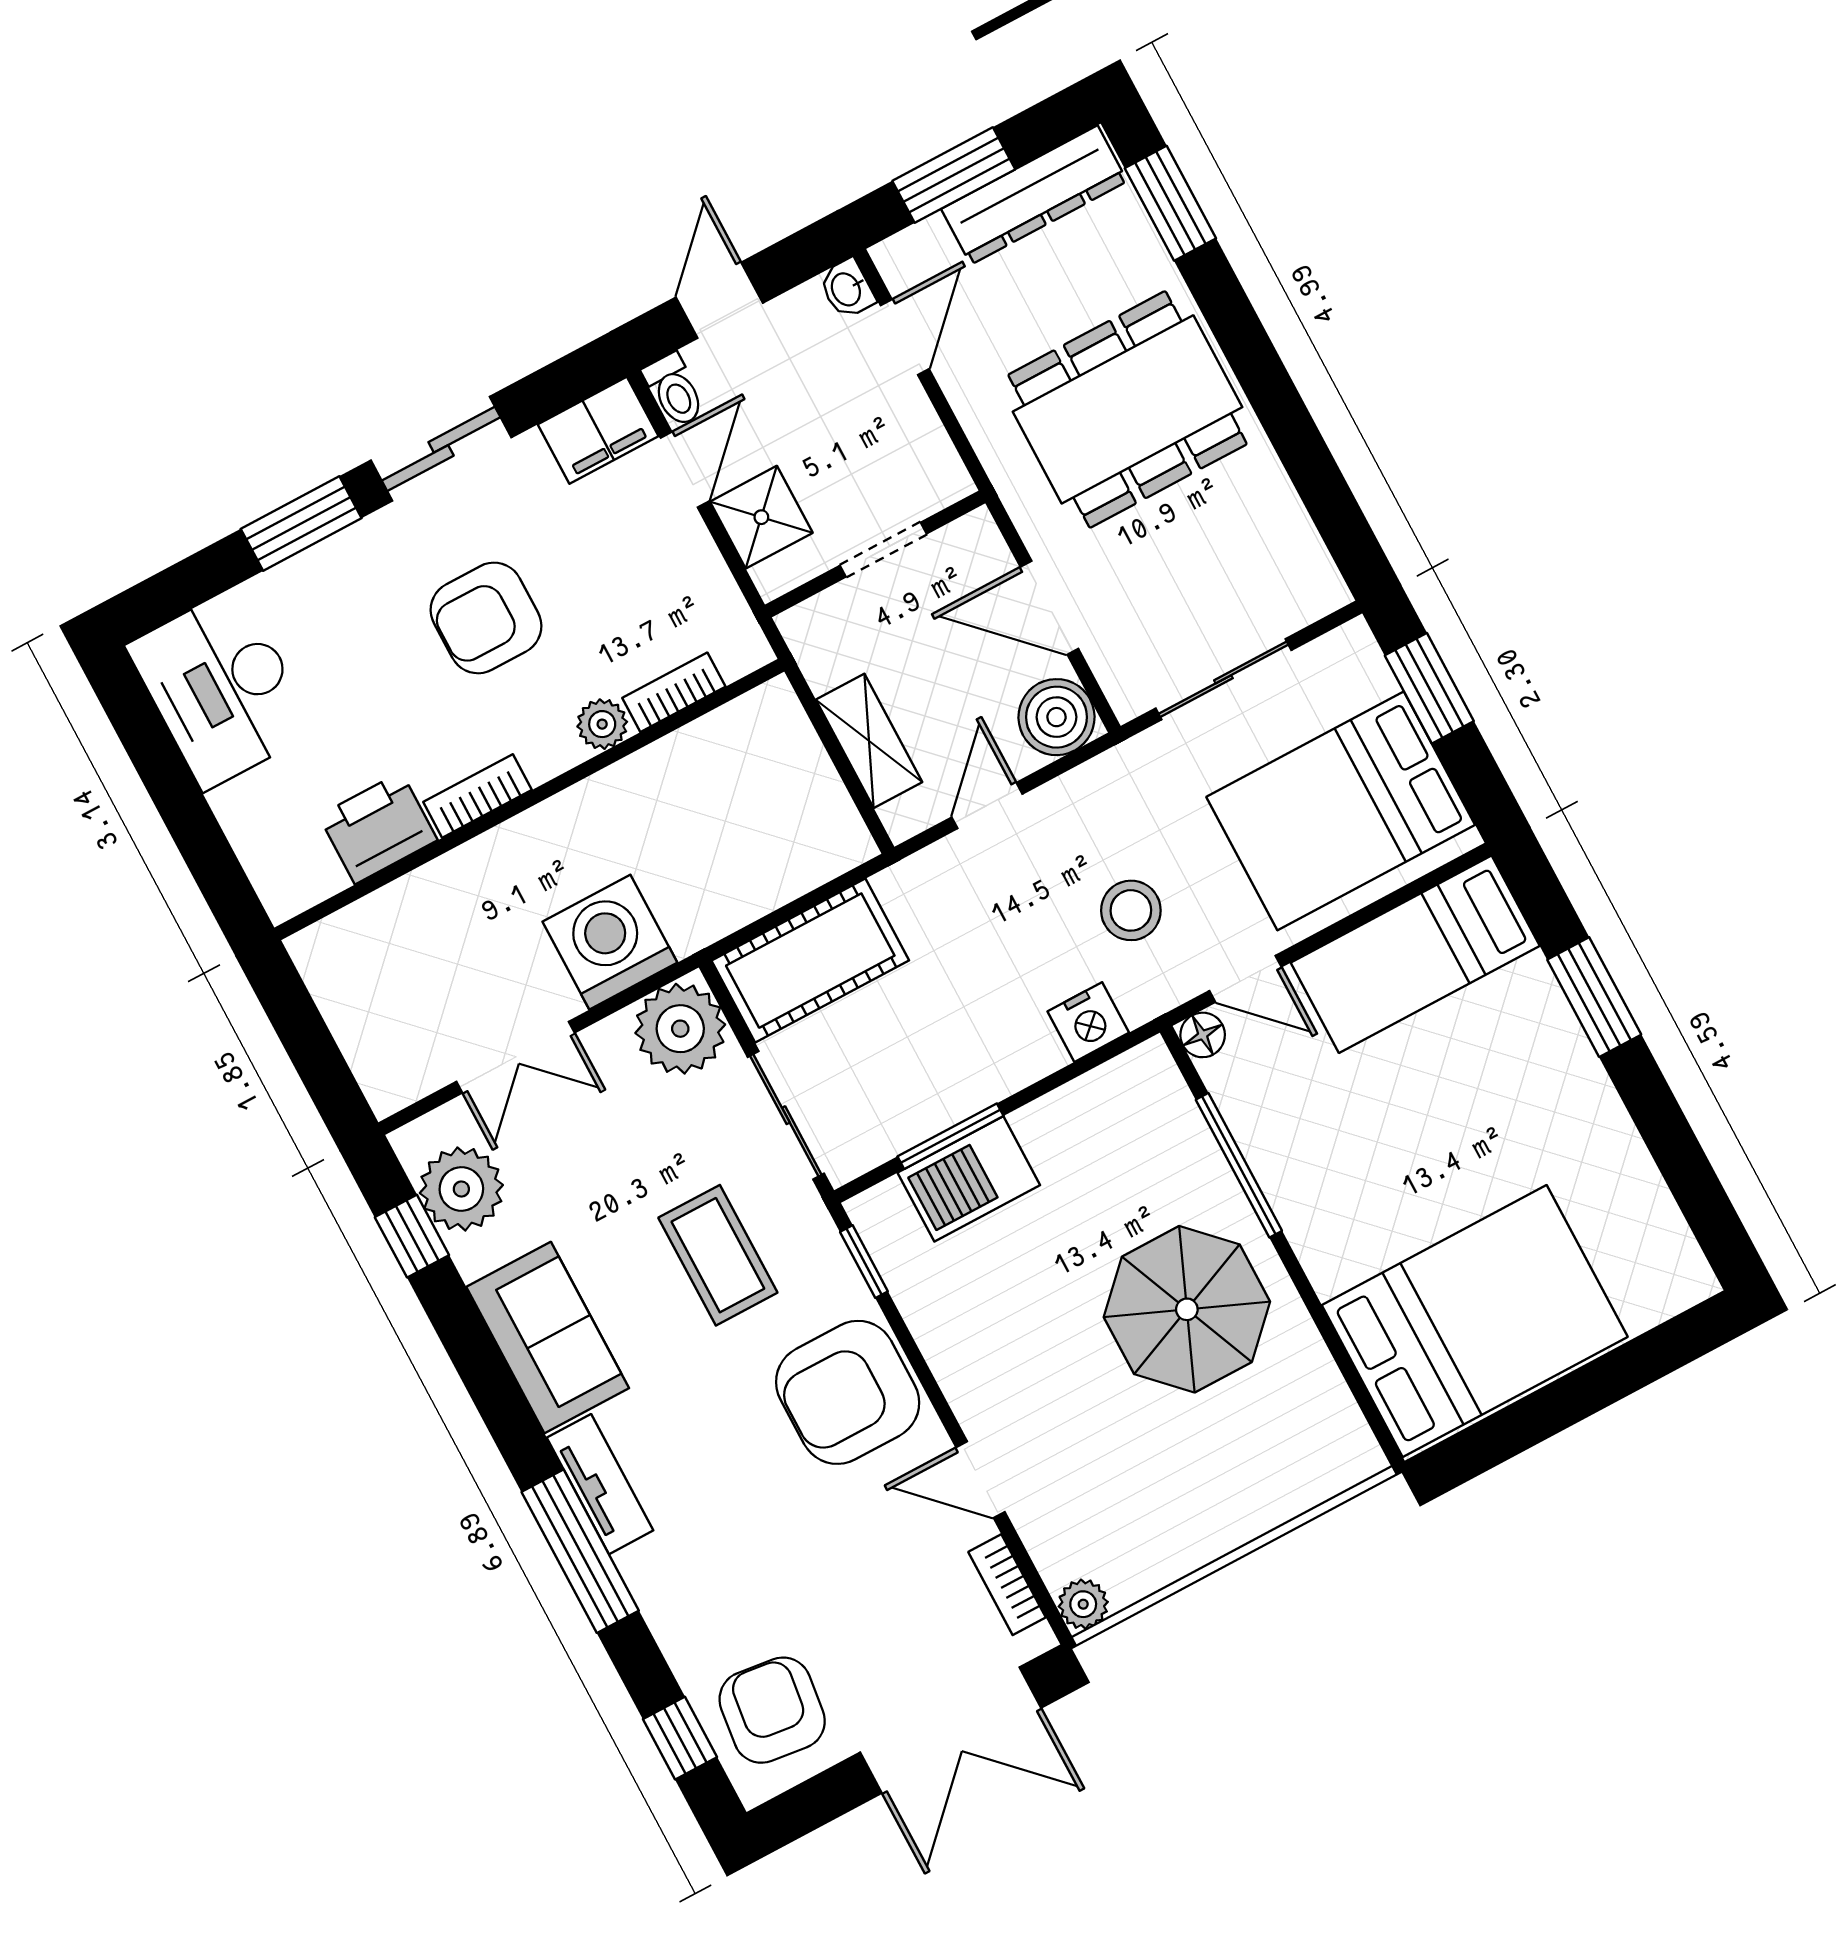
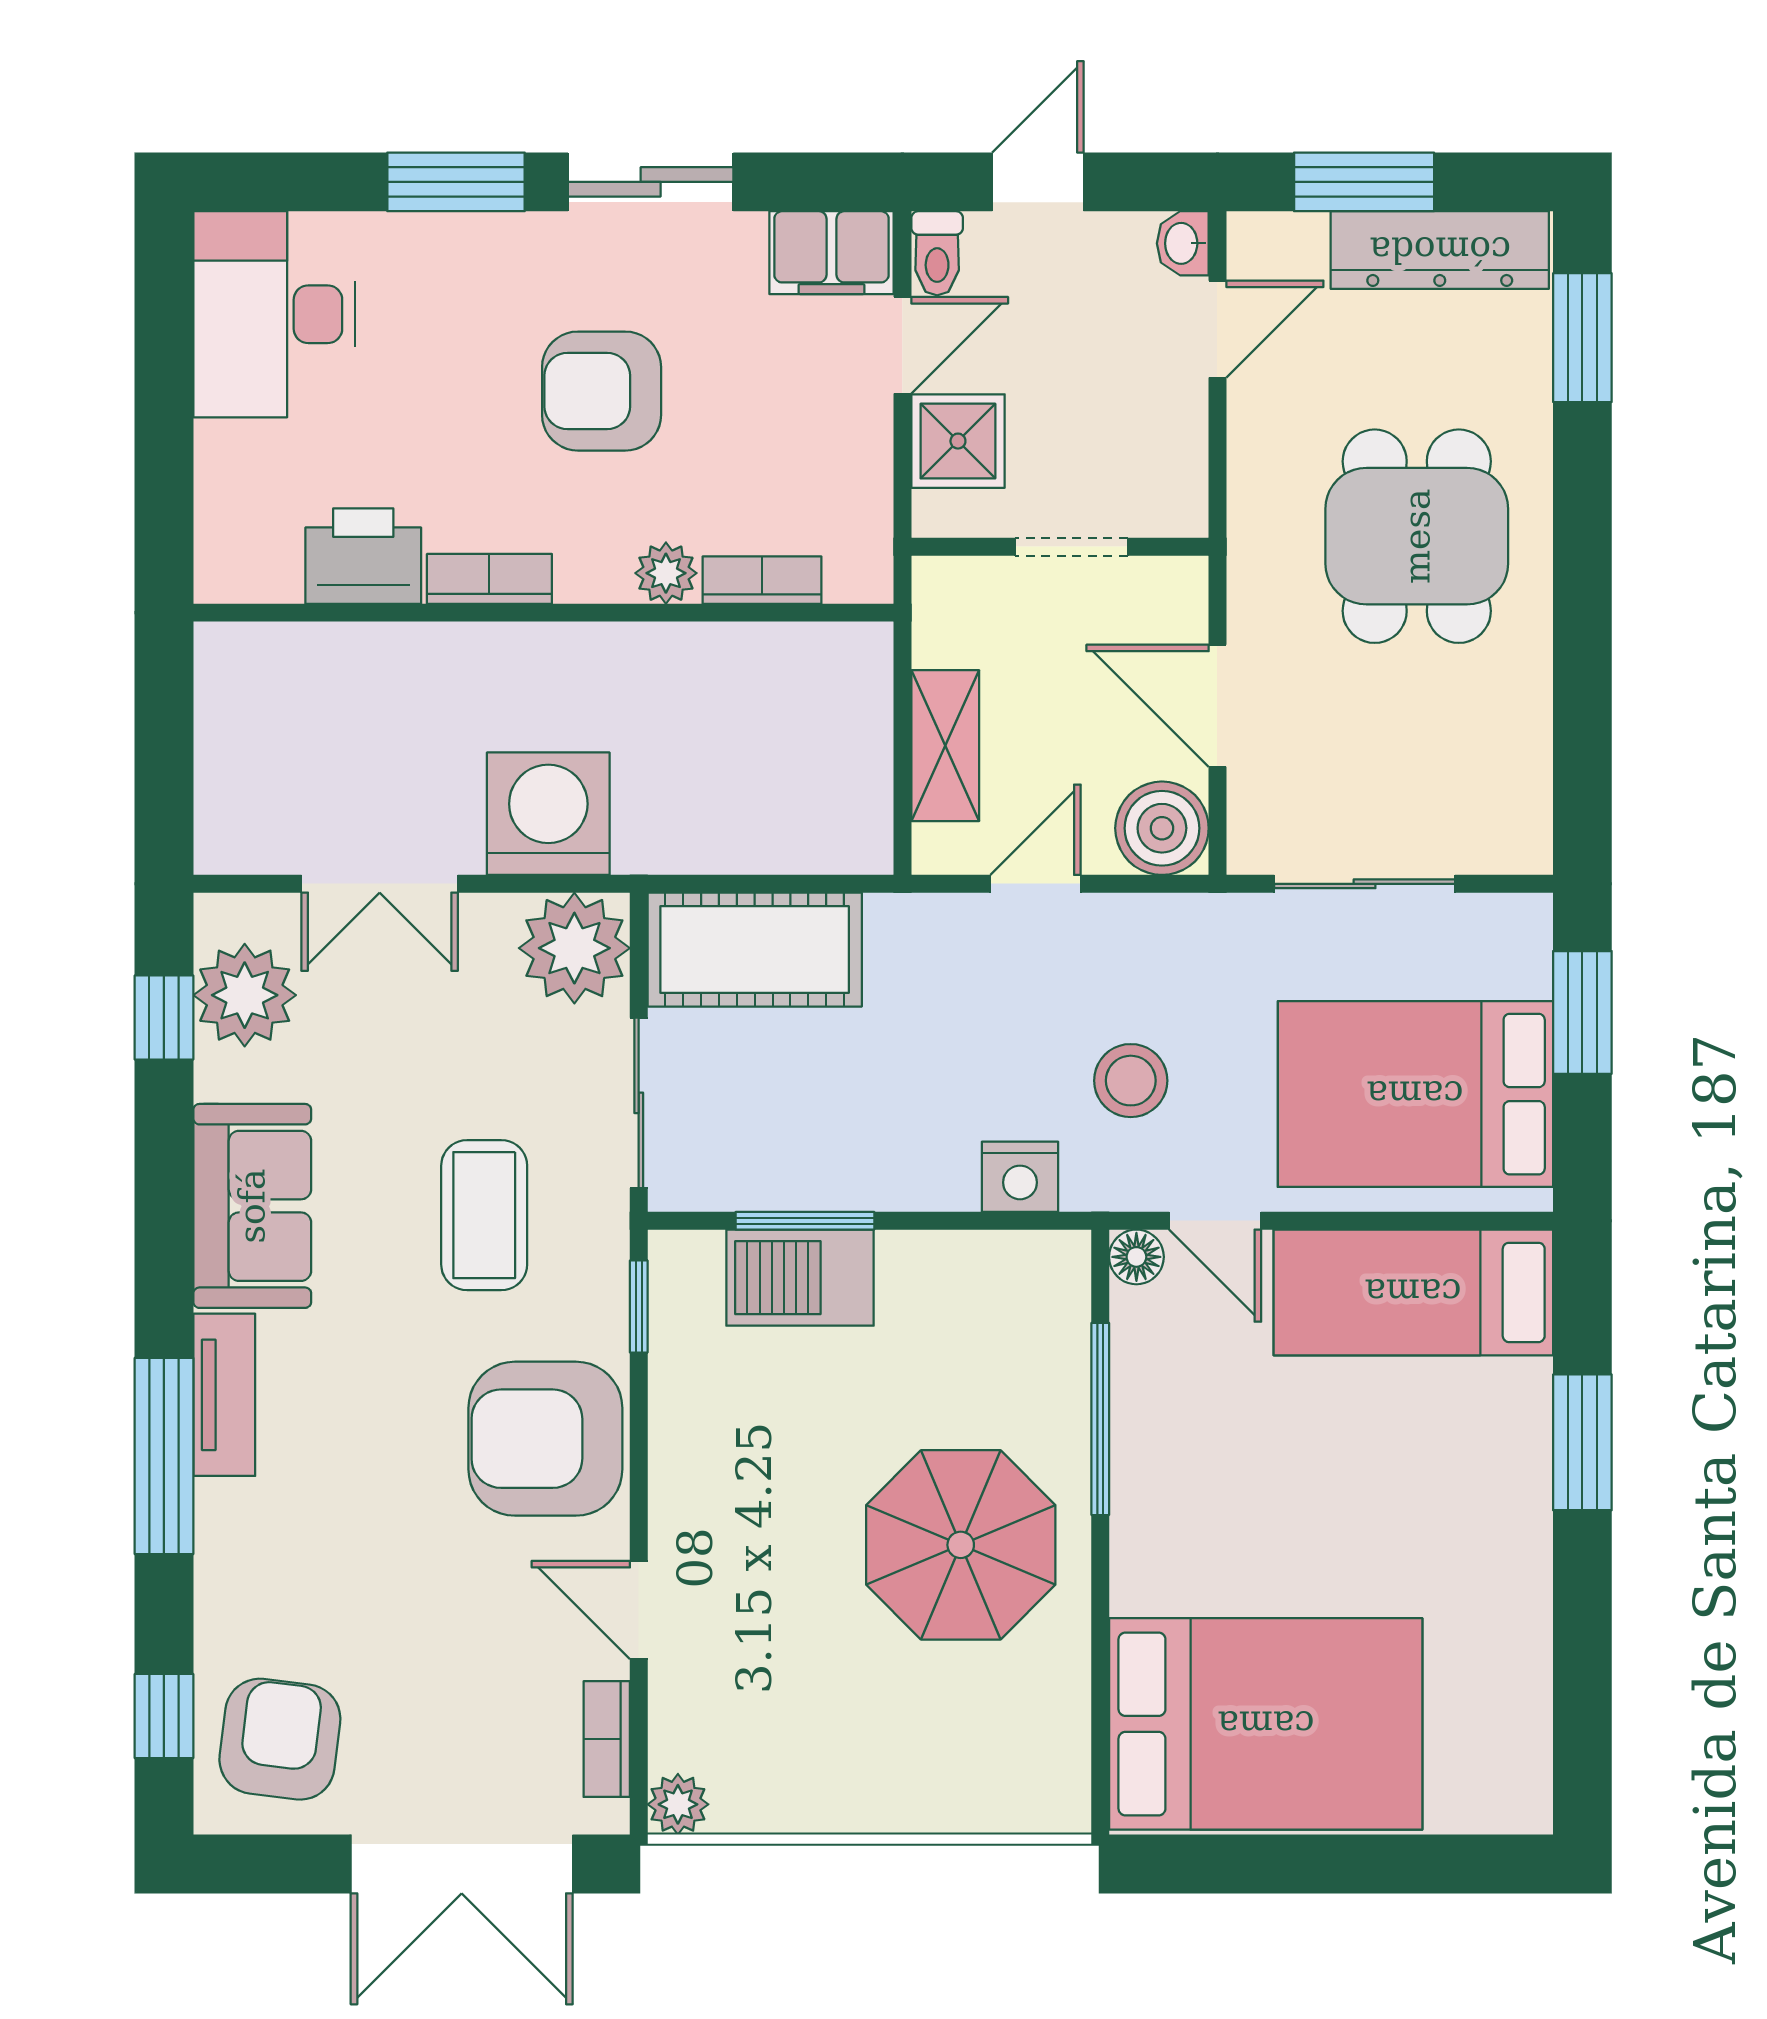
dining table: (1128, 409) -> (1417, 536), width x0.73

